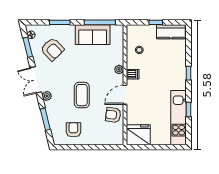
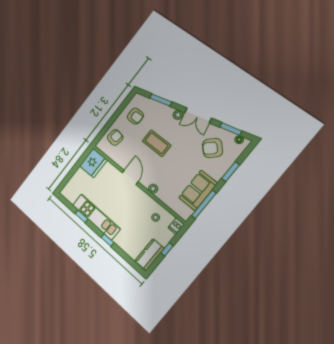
dishwasher: (133, 74) -> (176, 226), moved
double door: (36, 80) -> (198, 115), swing flipped
armchair: (113, 115) -> (115, 137), moved
kitchen unit: (179, 118) -> (96, 217), moved

